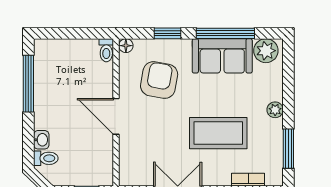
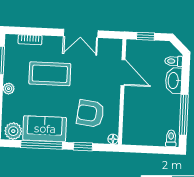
toilet: (106, 50) -> (171, 138), moved
armchair: (159, 80) -> (90, 113), turned 87
door: (116, 116) -> (123, 73), moved
washbasin: (41, 140) -> (174, 81), width x1.91, depth x1.45

